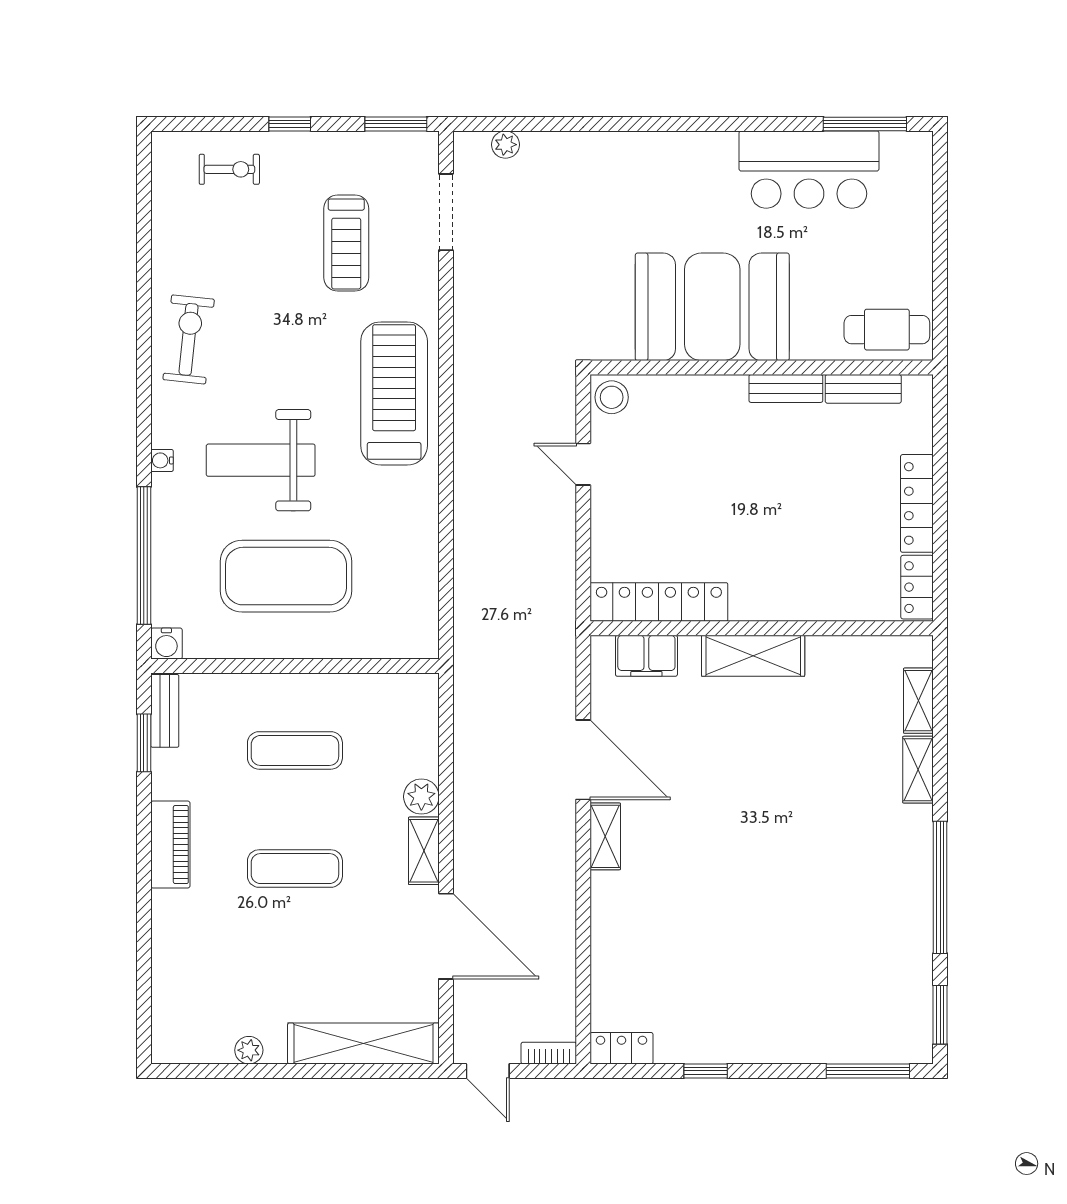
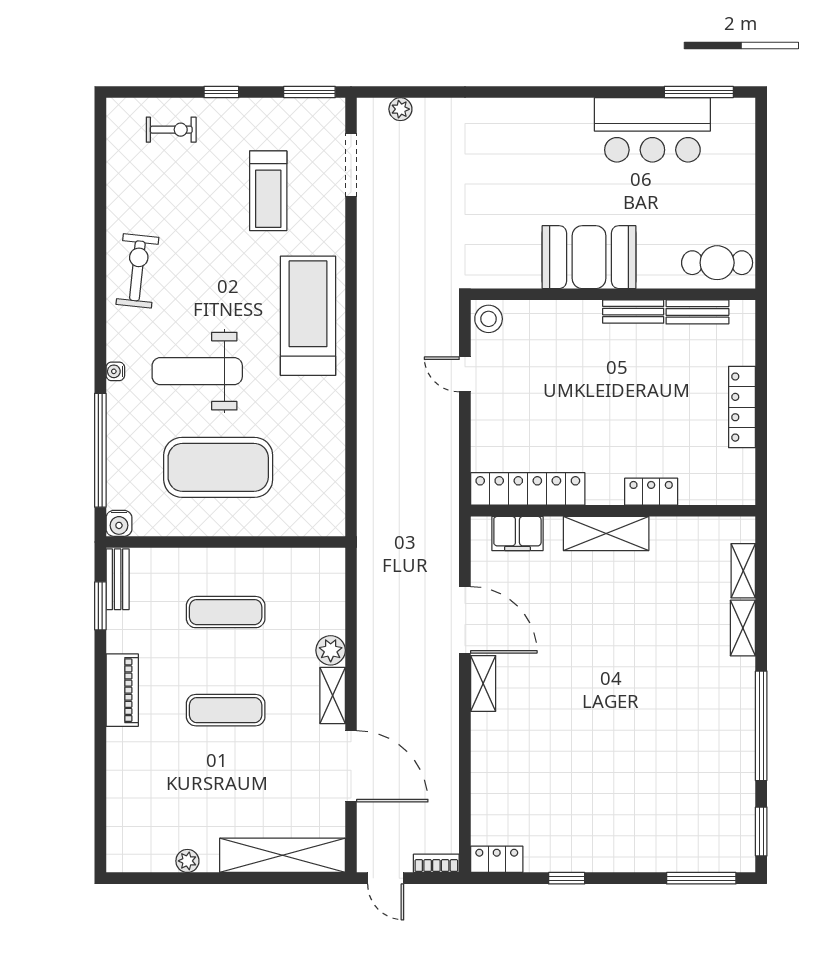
booth: (712, 307) -> (589, 257), width x0.73, depth x0.70
locker: (917, 587) -> (651, 492), moved, turned 90

